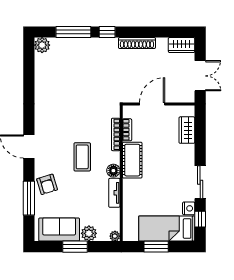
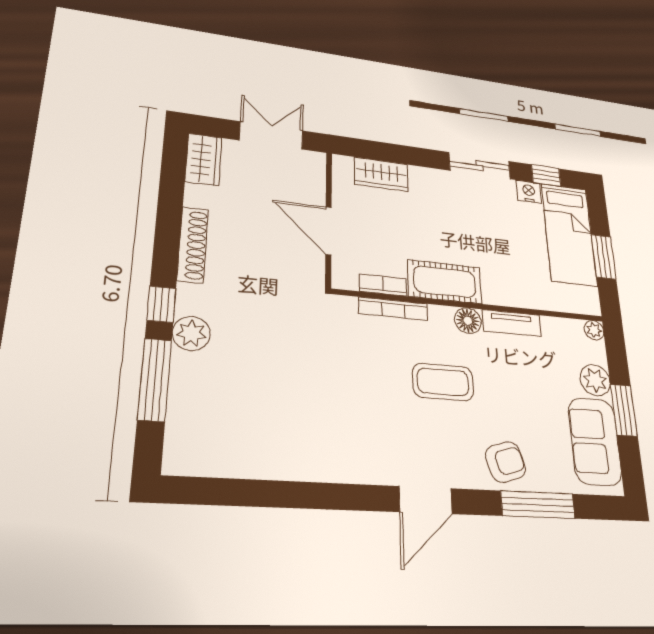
plant: (42, 45) -> (191, 333), moved

